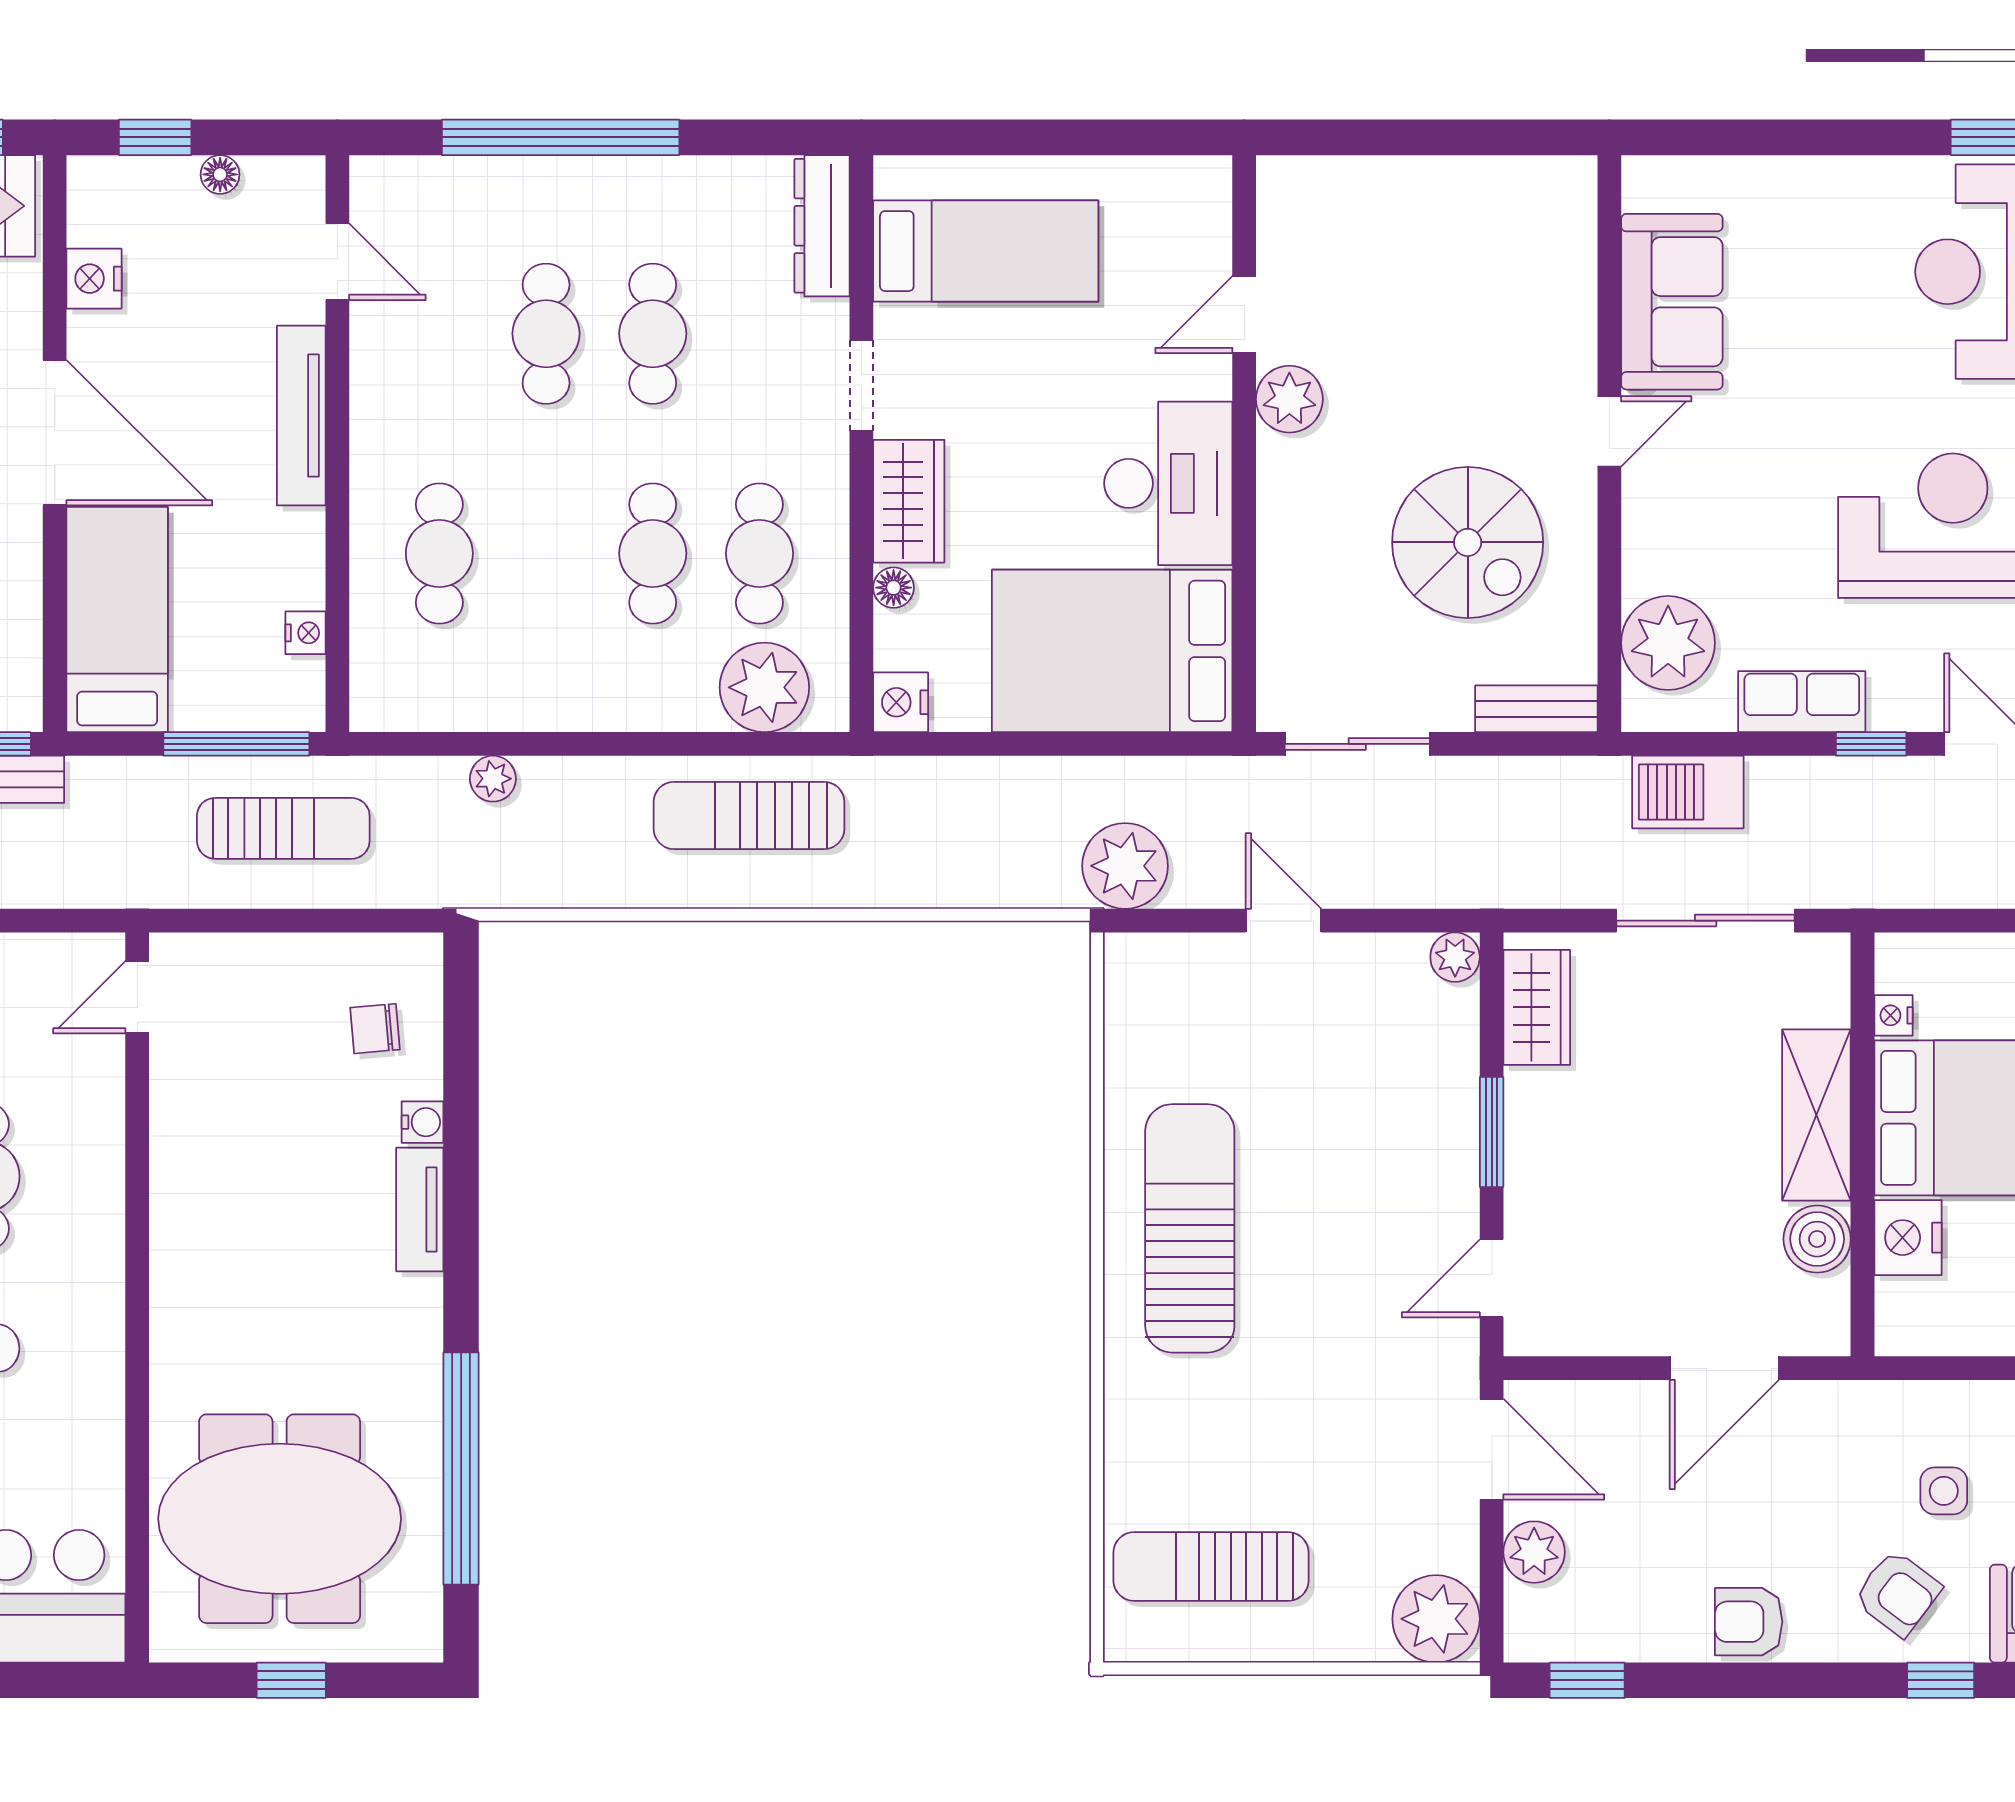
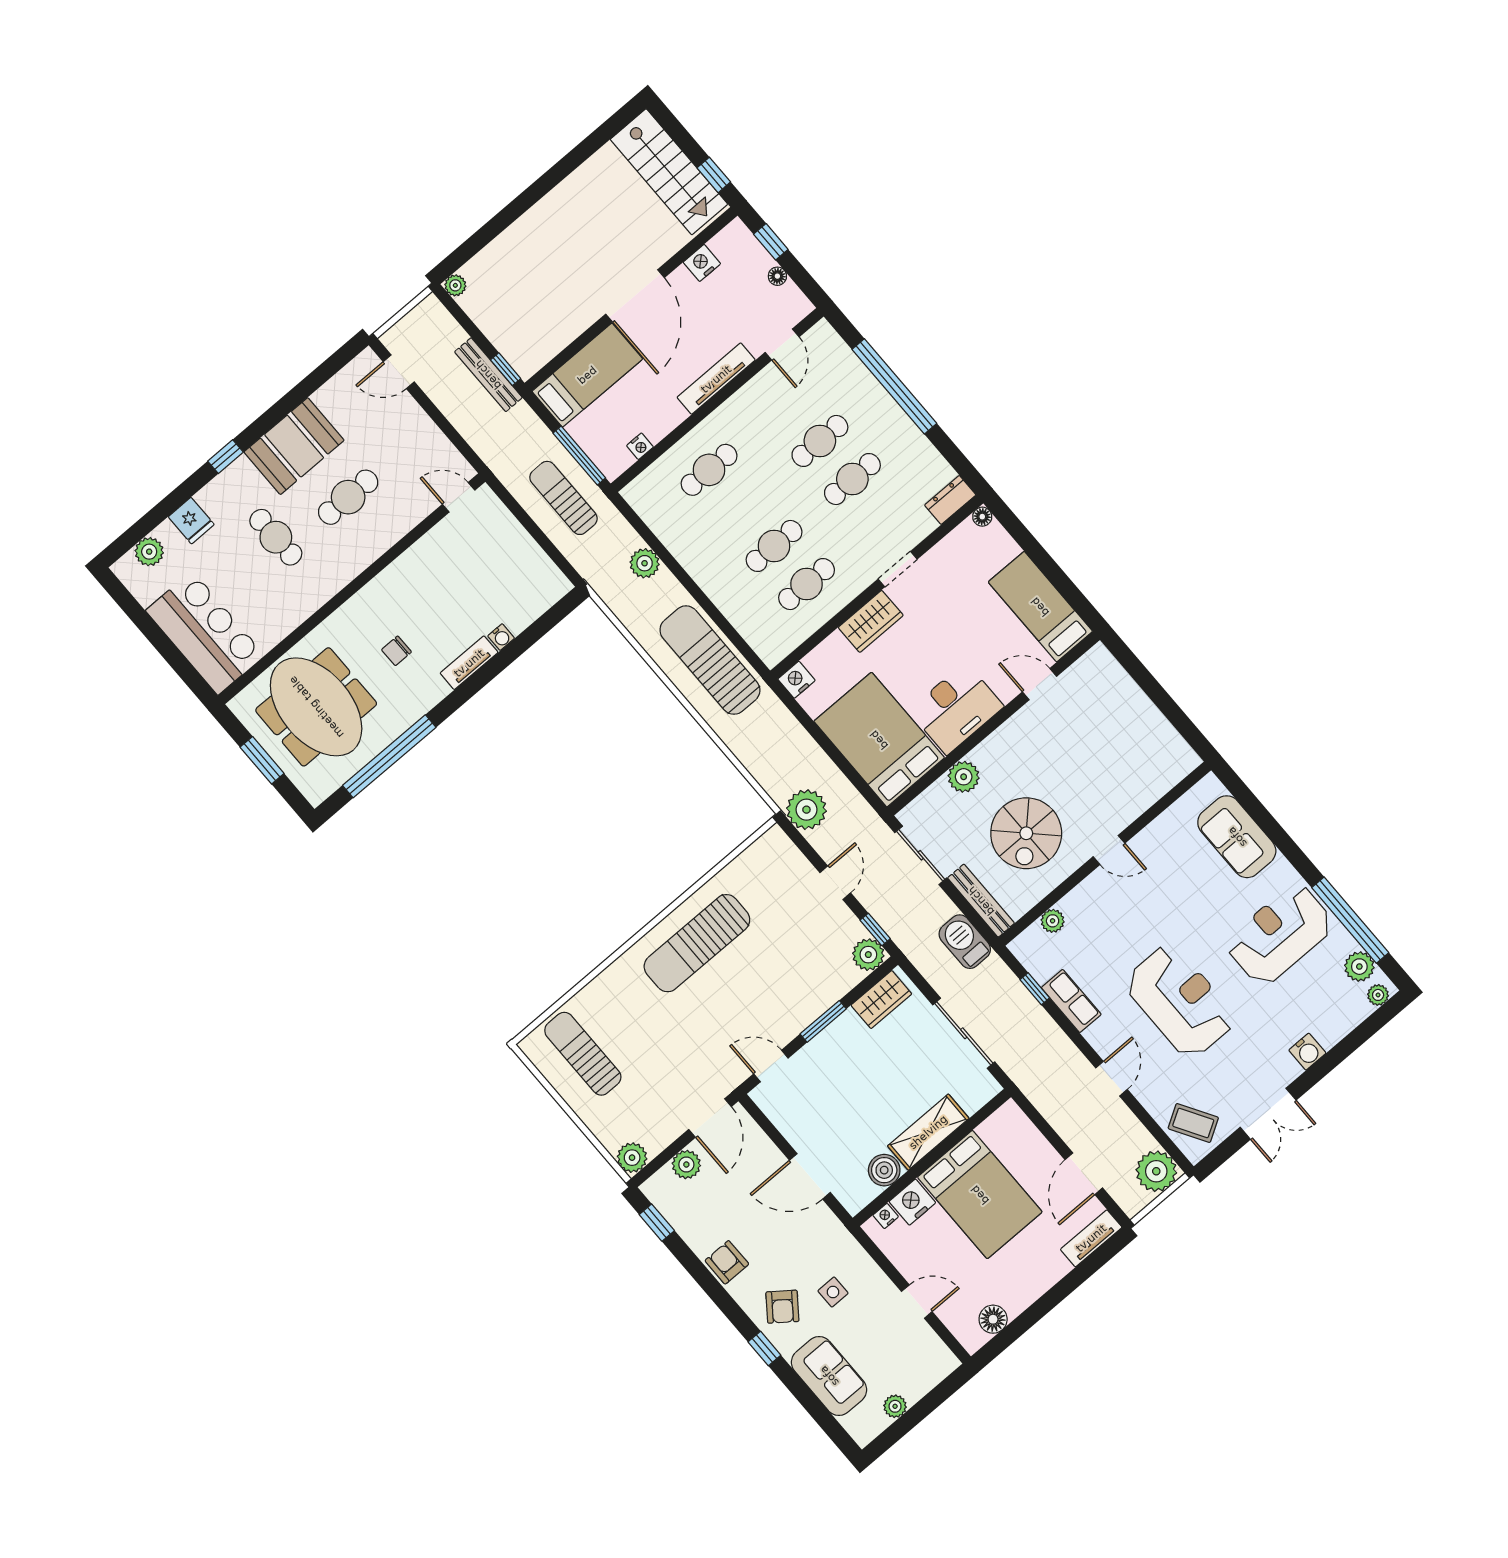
dresser: (822, 226) -> (950, 500), width x0.70
bed: (986, 251) -> (1040, 607), moved, turned 180
sofa: (1672, 302) -> (1237, 837), moved, turned 90
plant: (1289, 399) -> (964, 777), moved
floor lamp: (894, 588) -> (982, 517), moved
plant: (1668, 643) -> (1053, 921), width x0.53, depth x0.53
plant: (764, 687) -> (760, 627), removed
bench: (1536, 709) -> (981, 901), width x1.36
window: (1871, 744) -> (1035, 989), moved
plant: (493, 779) -> (645, 563), width x1.38, depth x1.38
barbecue: (1688, 792) -> (965, 942), moved
sun lounger: (749, 815) -> (710, 660), width x1.36, depth x1.34
sun lounger: (283, 828) -> (563, 498), turned 180
window: (1414, 921) -> (875, 929), added
plant: (1455, 957) -> (868, 955), width x1.38, depth x1.38
nightstand: (1894, 1015) -> (886, 1216), moved
chair: (375, 1029) -> (396, 651), moved, turned -85
sun lounger: (1190, 1228) -> (697, 943), turned 180
plant: (1436, 1619) -> (632, 1158), width x0.73, depth x0.73
window: (291, 1680) -> (262, 760), width x1.50

